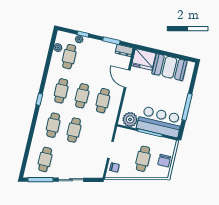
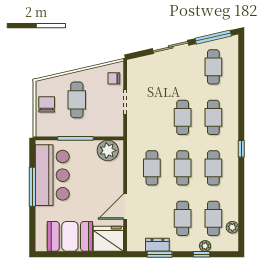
dresser: (124, 51) -> (157, 245), moved
cafe table: (90, 61) -> (183, 218), added
door: (127, 79) -> (125, 206), swing flipped
bar counter: (160, 122) -> (52, 175), moved, turned -90

